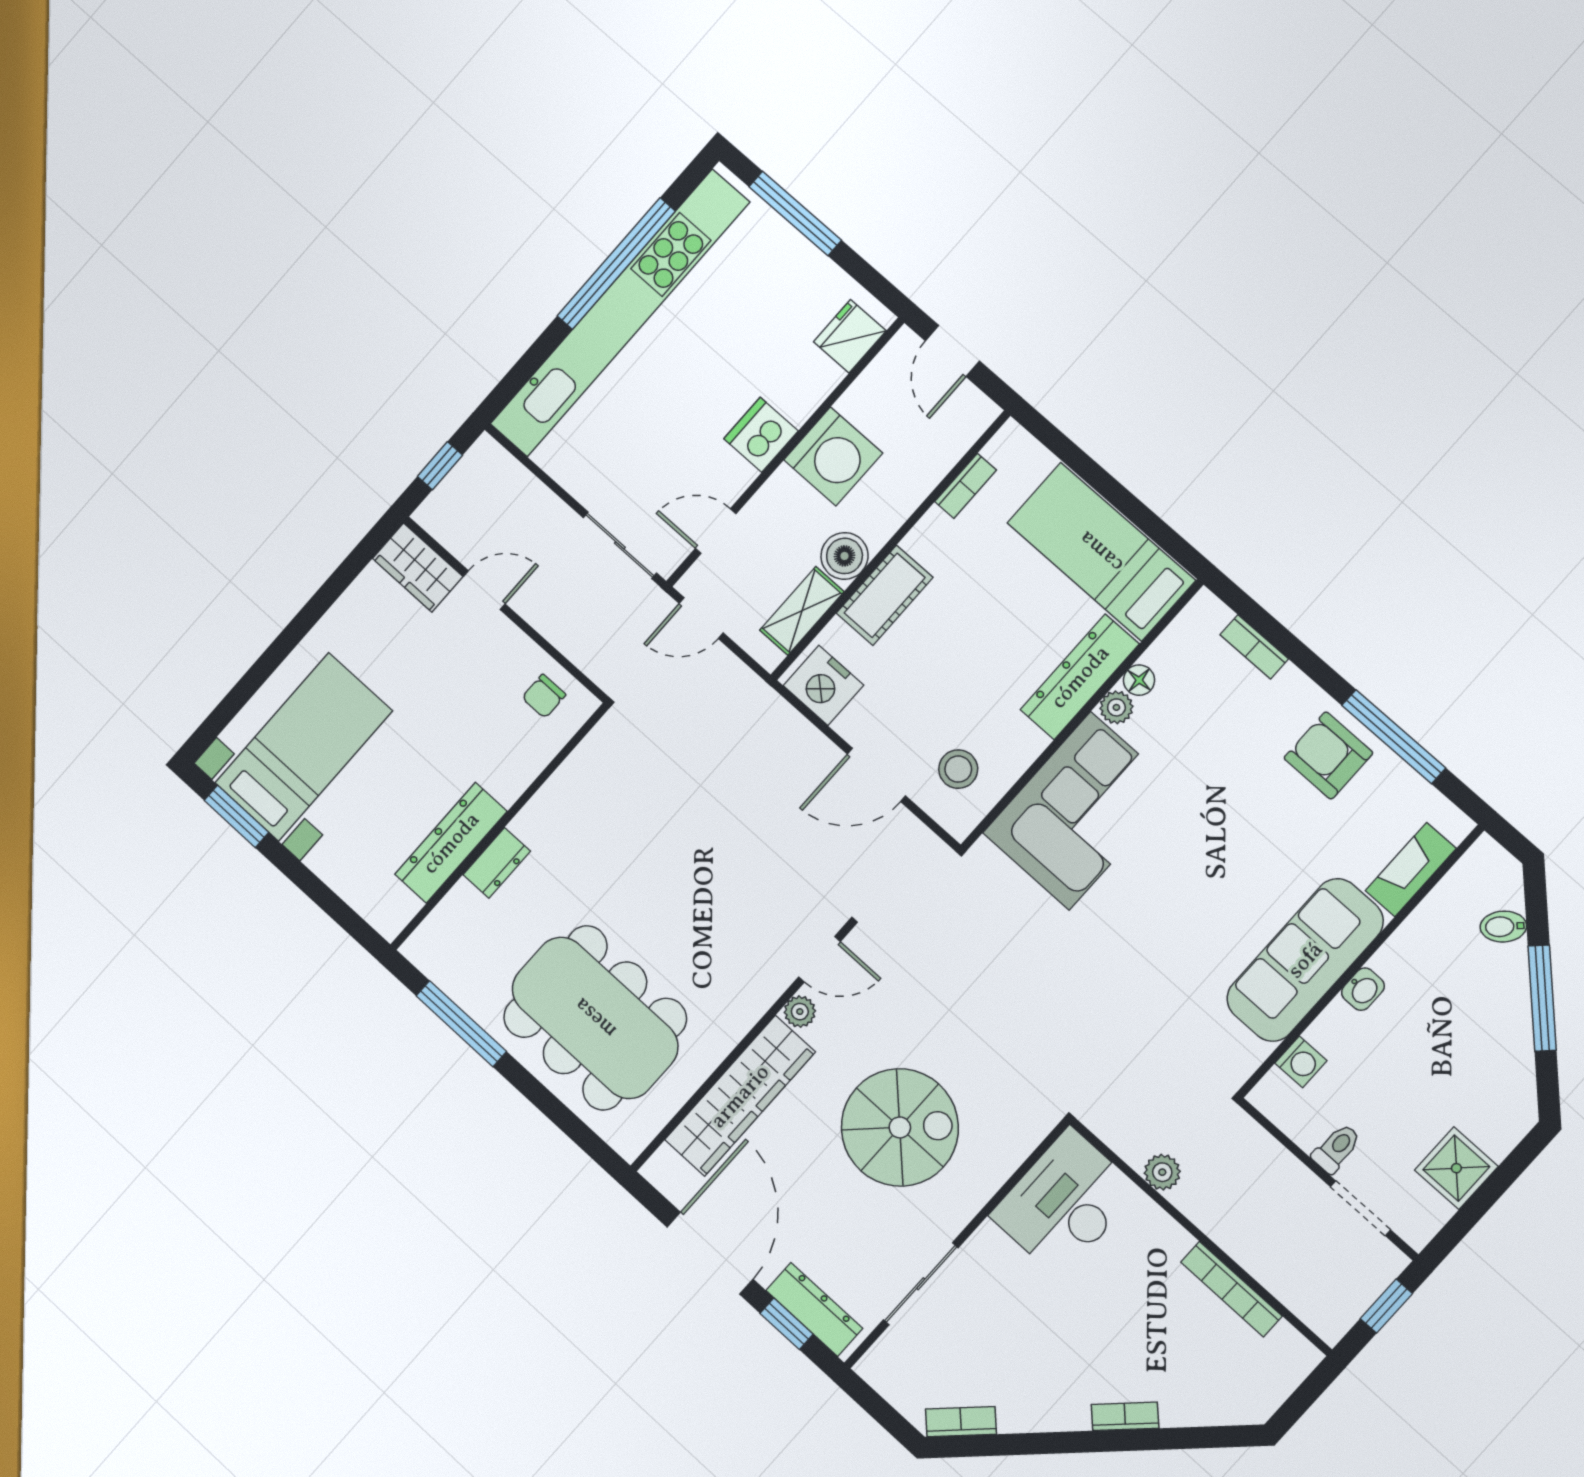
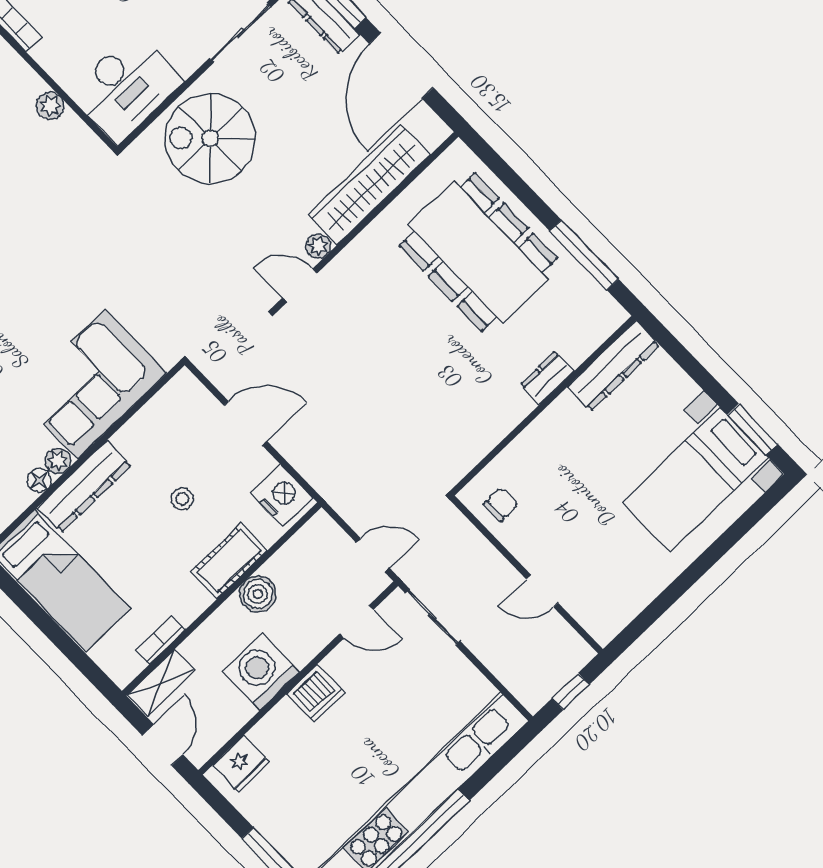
wardrobe: (418, 568) -> (594, 613), removed
shelving: (802, 611) -> (161, 682), moved
stool: (958, 769) -> (182, 499), moved, width x0.73, depth x0.73
dresser: (451, 843) -> (613, 366), moved
spiral stairs: (900, 1127) -> (210, 139), moved

